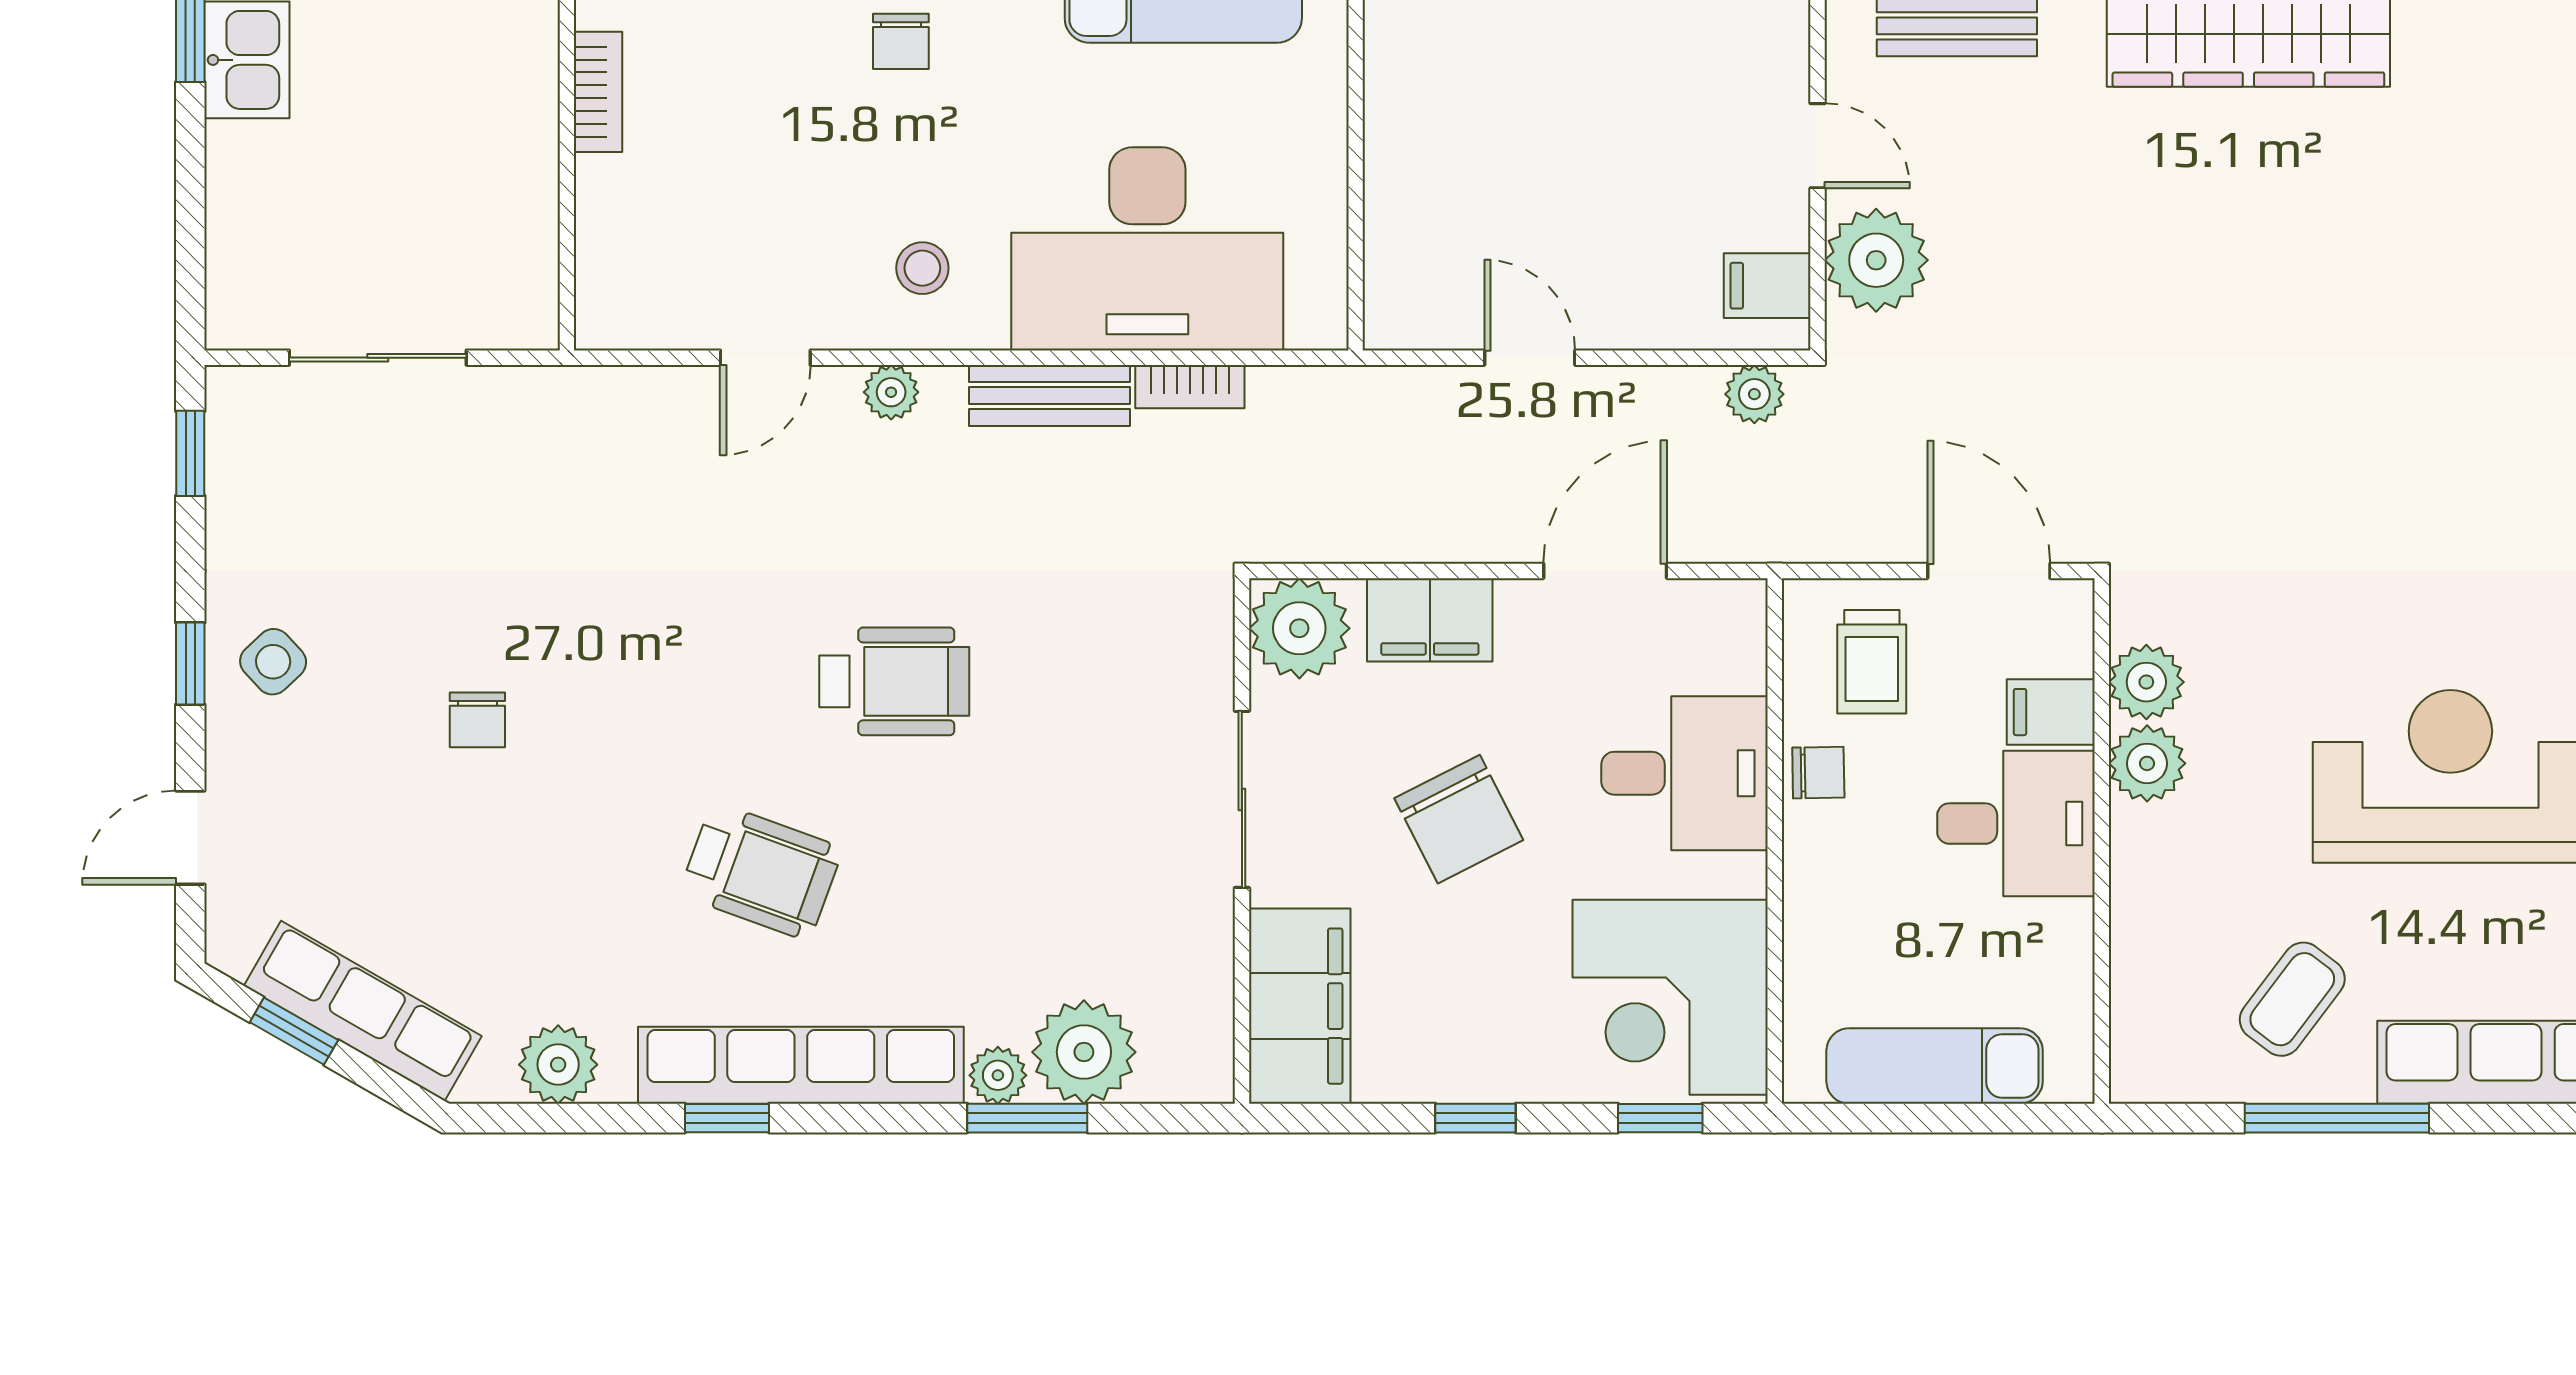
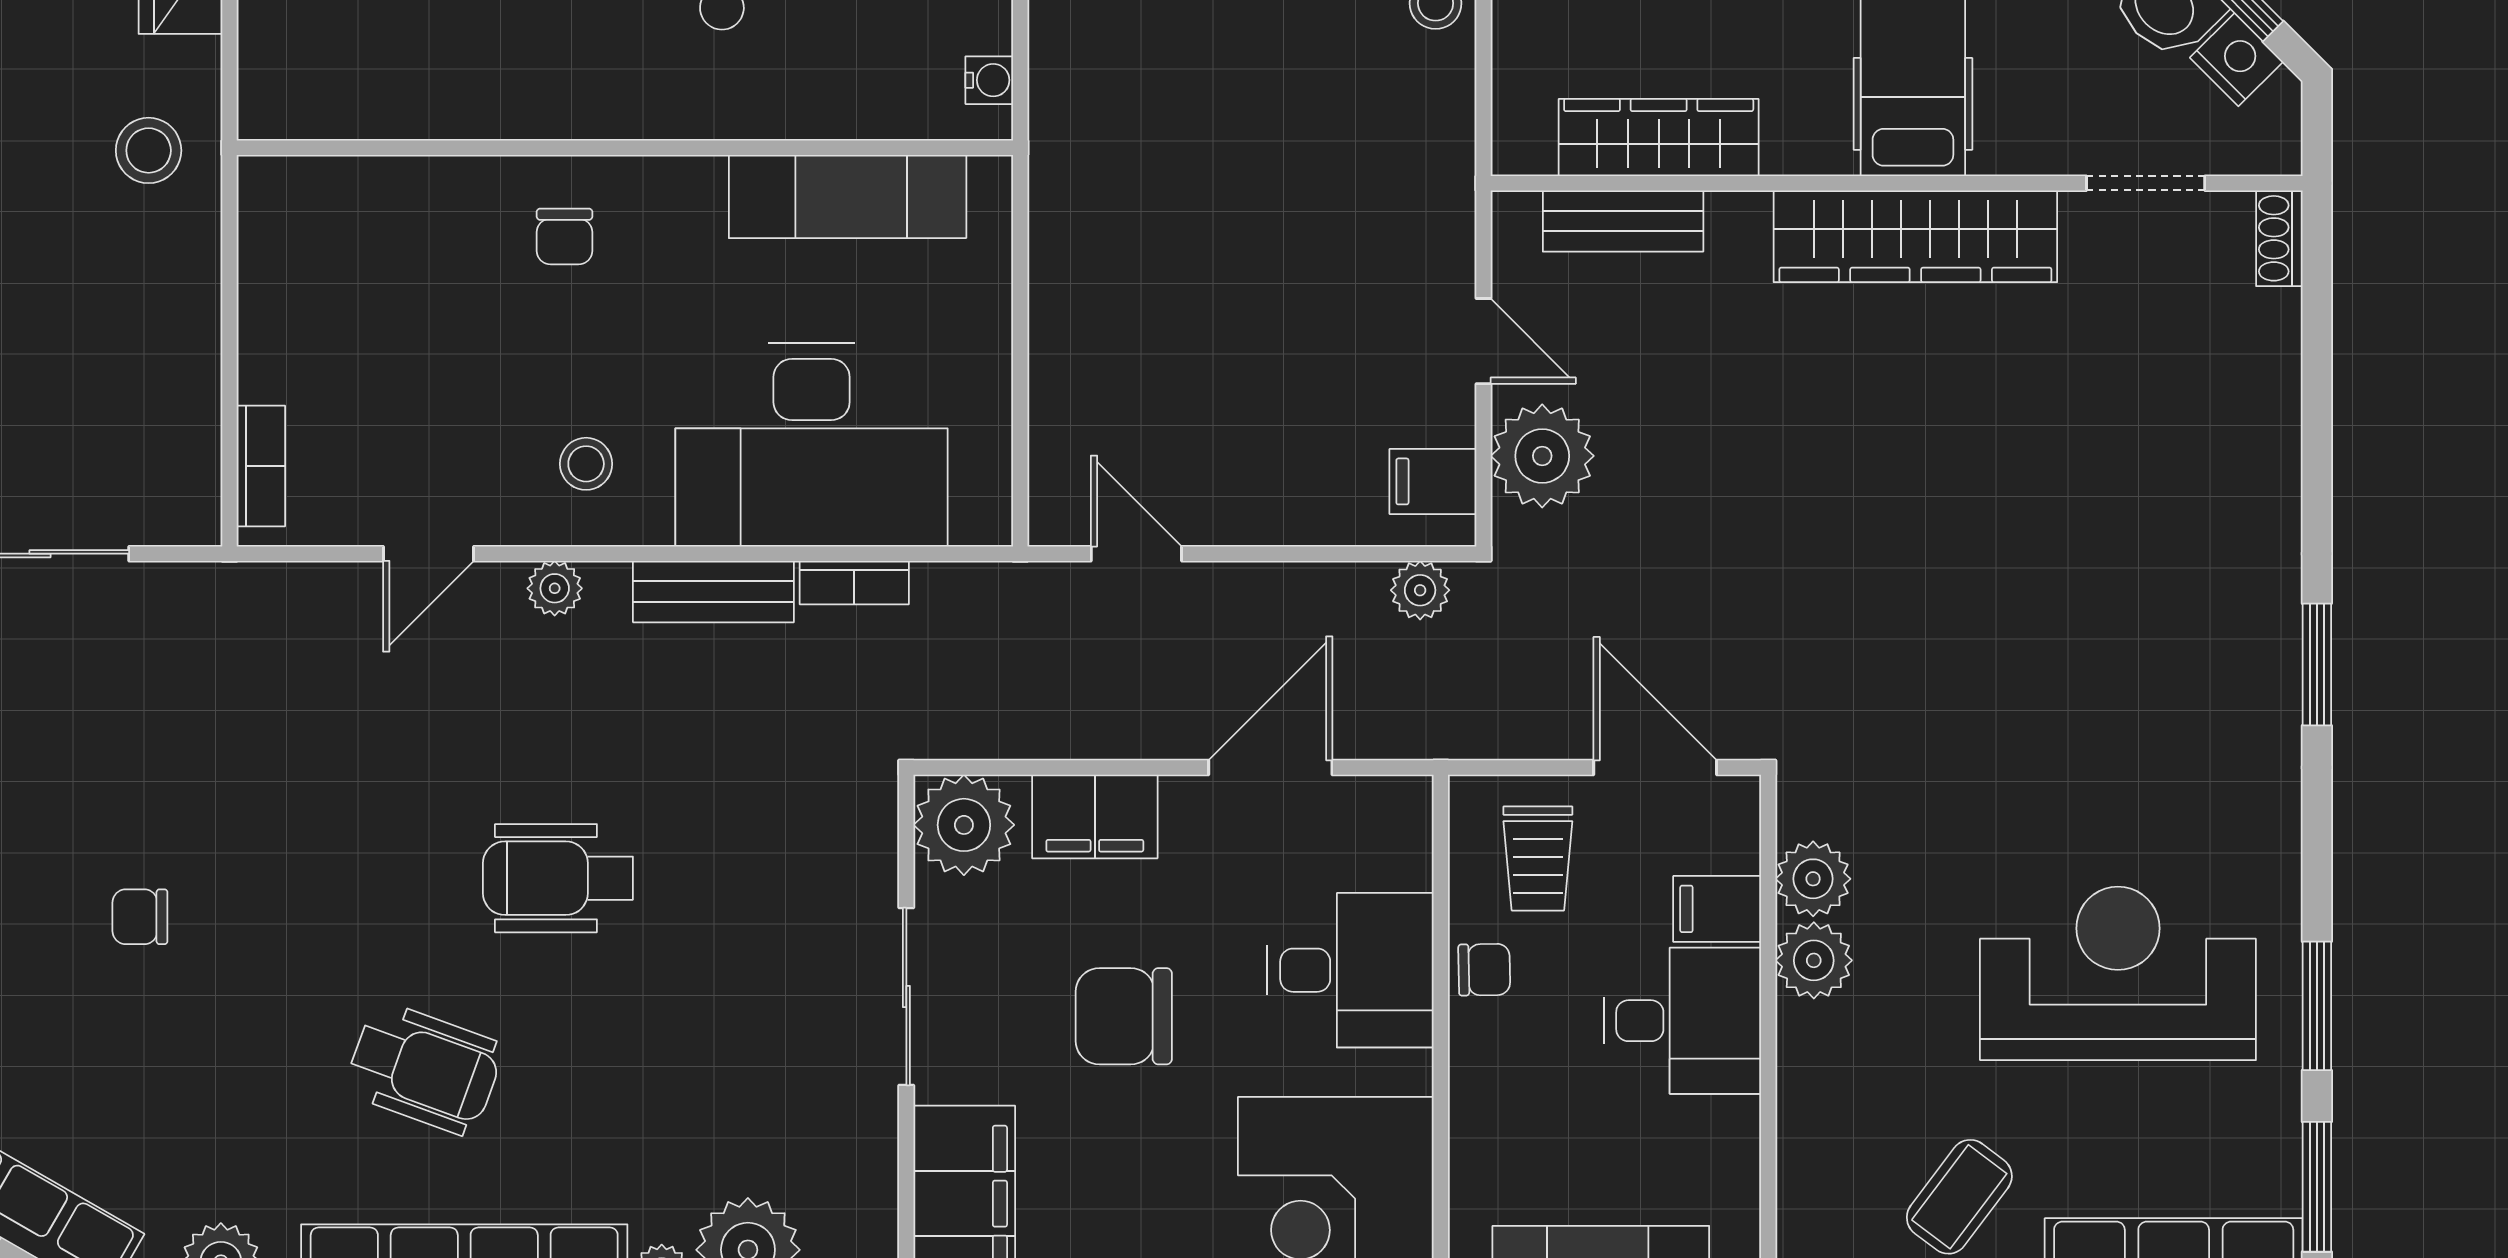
bookcase: (598, 92) -> (261, 466), moved
door: (1530, 358) -> (1136, 554), moved
wheelchair: (894, 681) -> (558, 878), turned 180
chair: (477, 720) -> (140, 917), turned 90
chair: (1459, 819) -> (1124, 1016), turned 117

